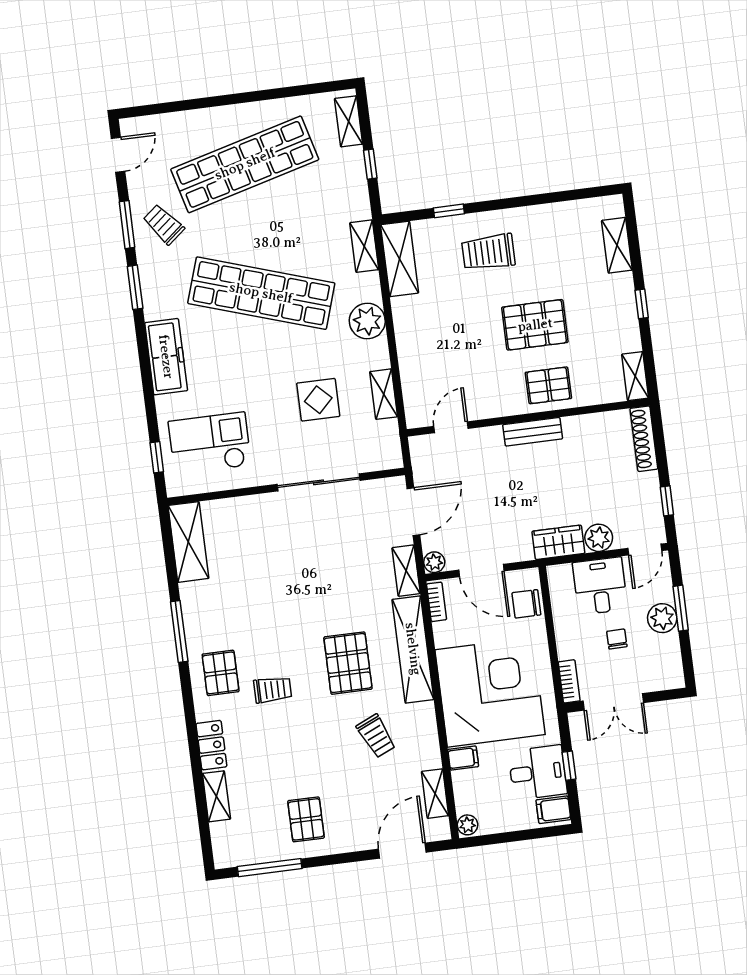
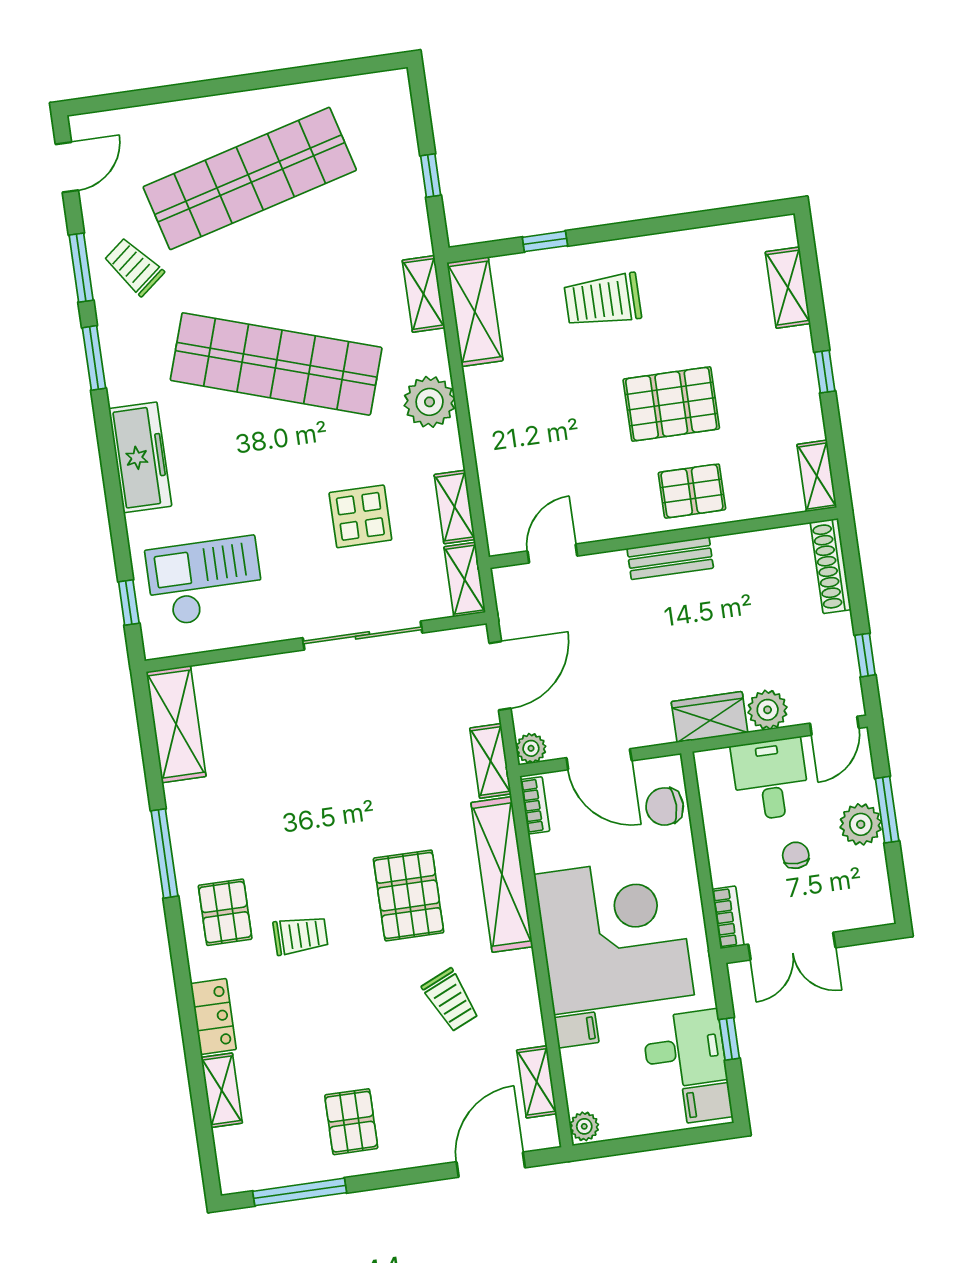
shelving: (349, 121) -> (465, 580), moved

